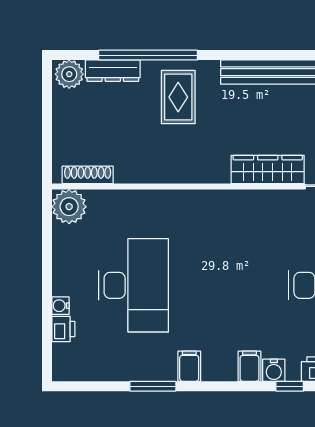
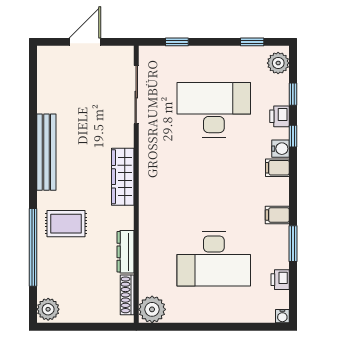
dresser: (113, 71) -> (126, 252), moved, turned 180
wardrobe: (268, 169) -> (123, 177), moved
desk: (133, 285) -> (214, 259), turned 180
water cooler: (61, 306) -> (282, 316), moved
printer: (63, 329) -> (280, 280), moved, turned -90

